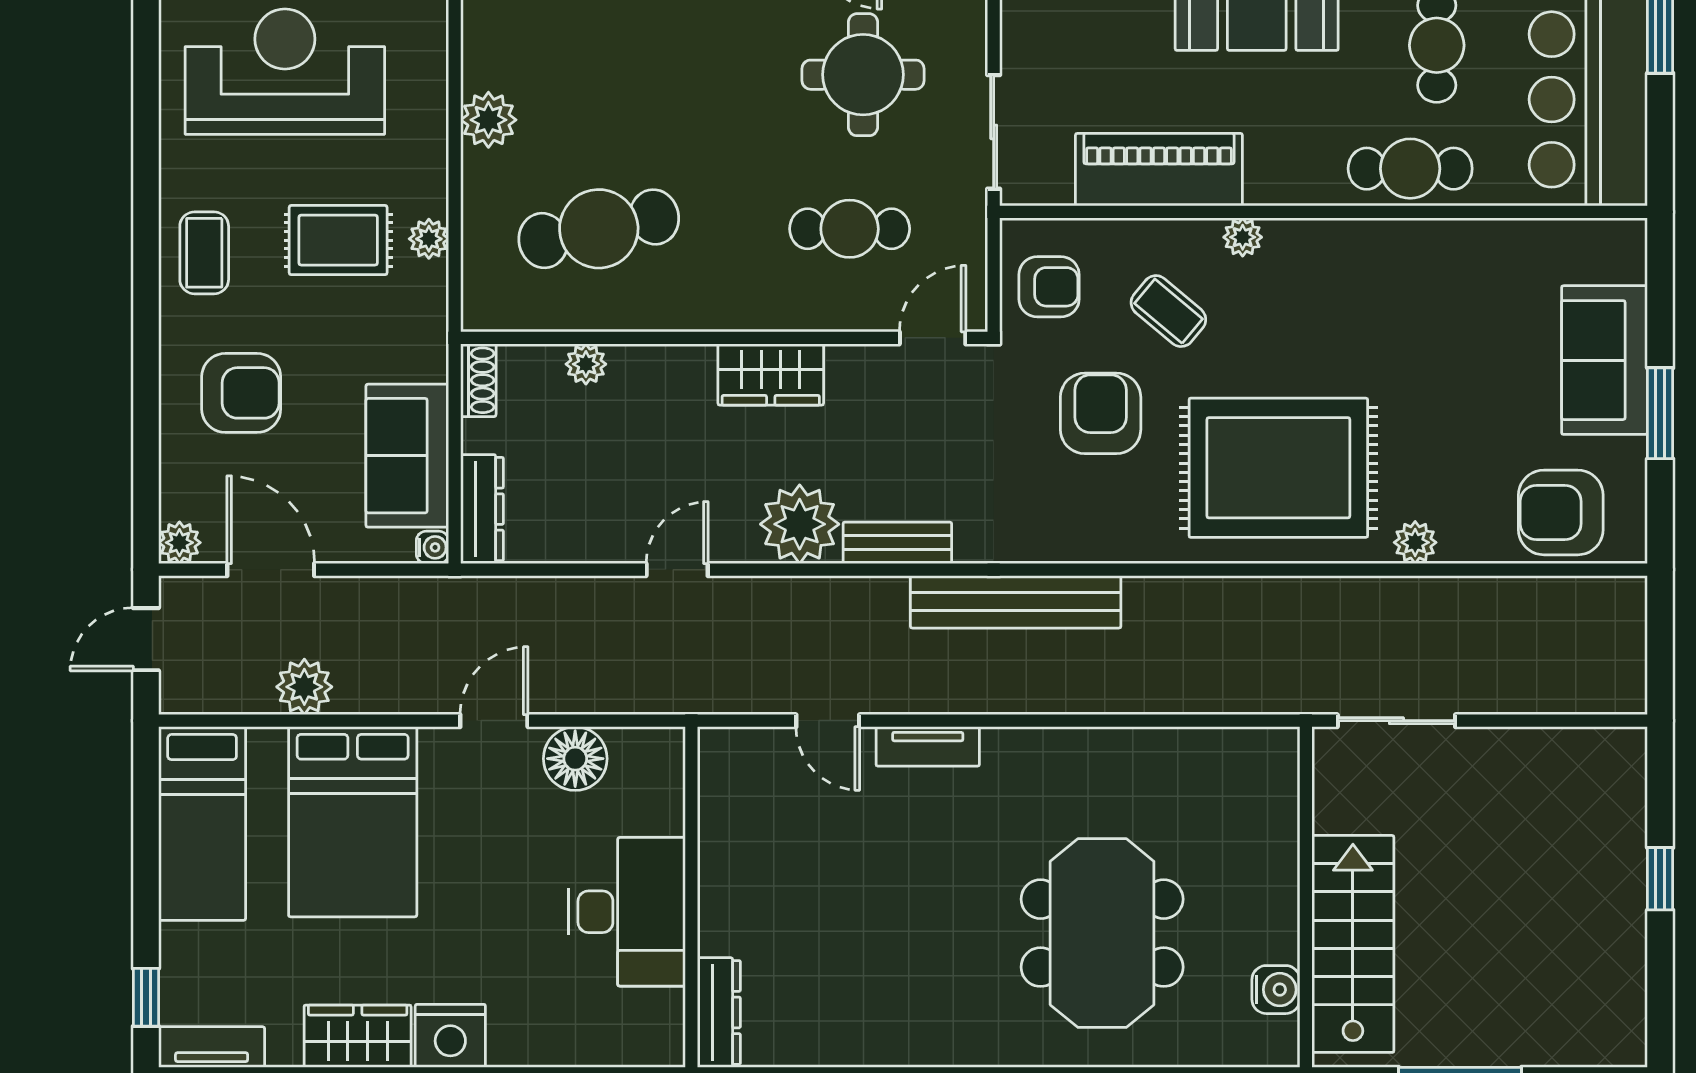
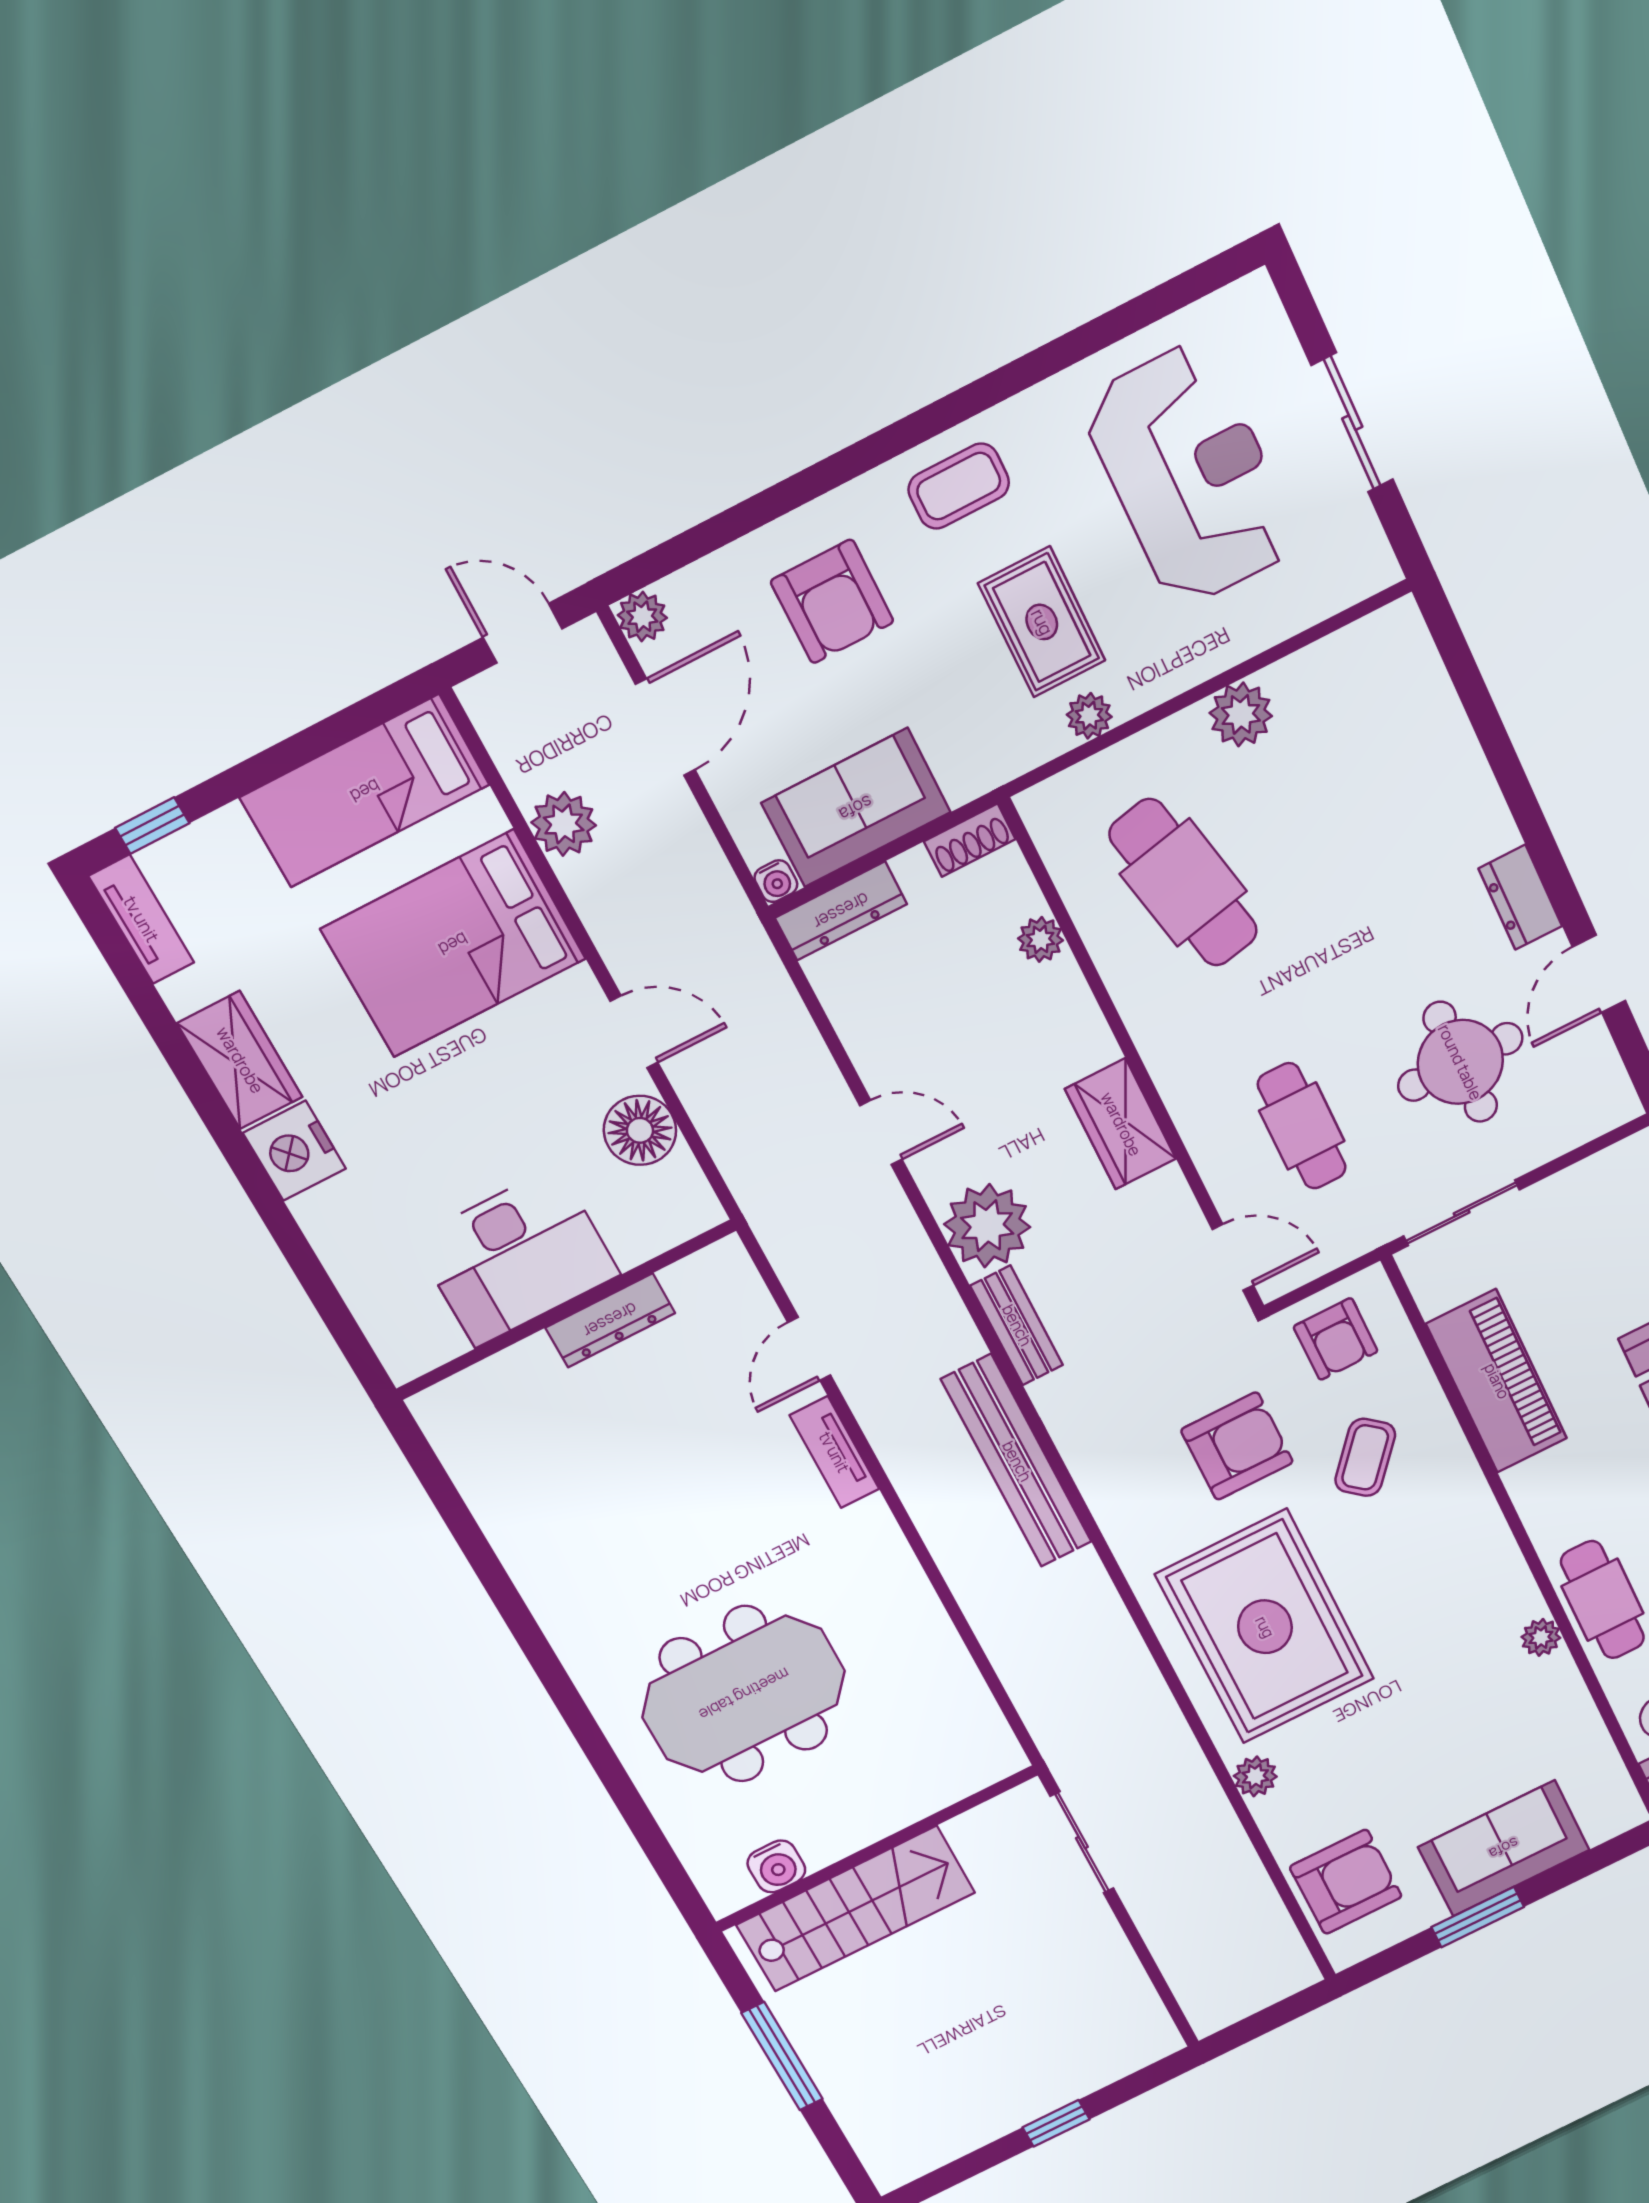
plant: (1243, 237) -> (1541, 1637), moved
armchair: (1561, 512) -> (1346, 1882), turned 90
dresser: (719, 1012) -> (610, 1320), moved

